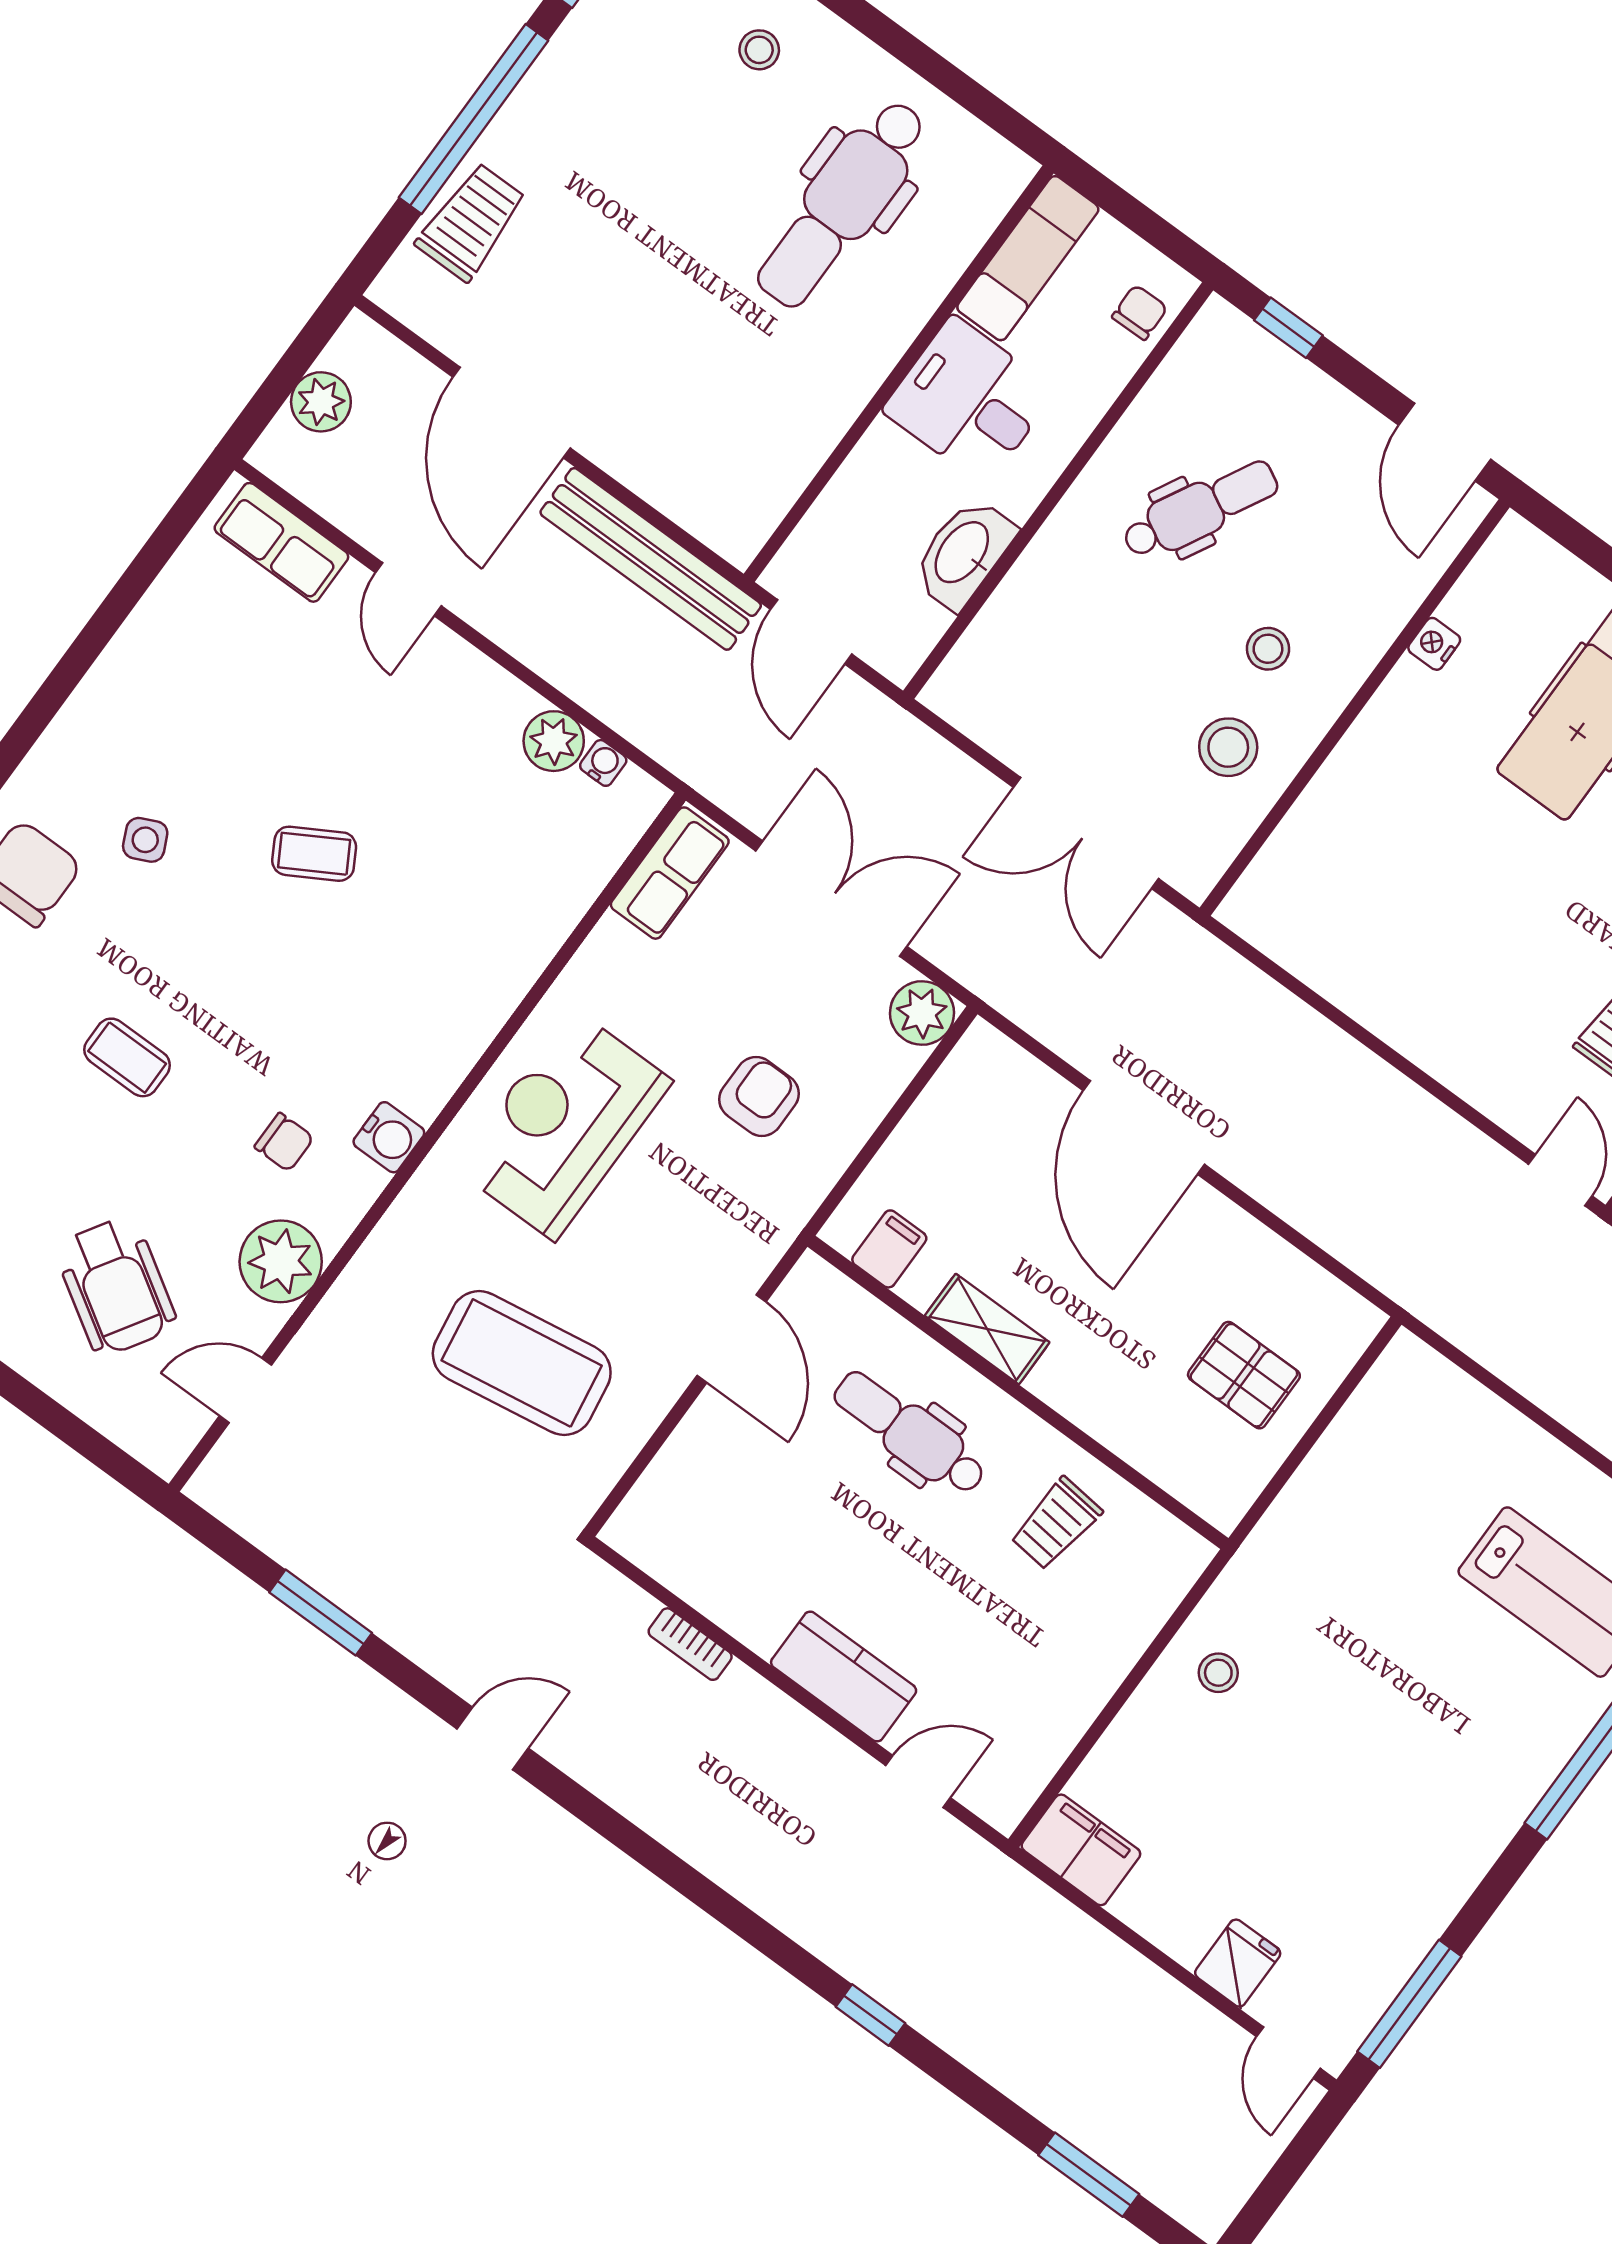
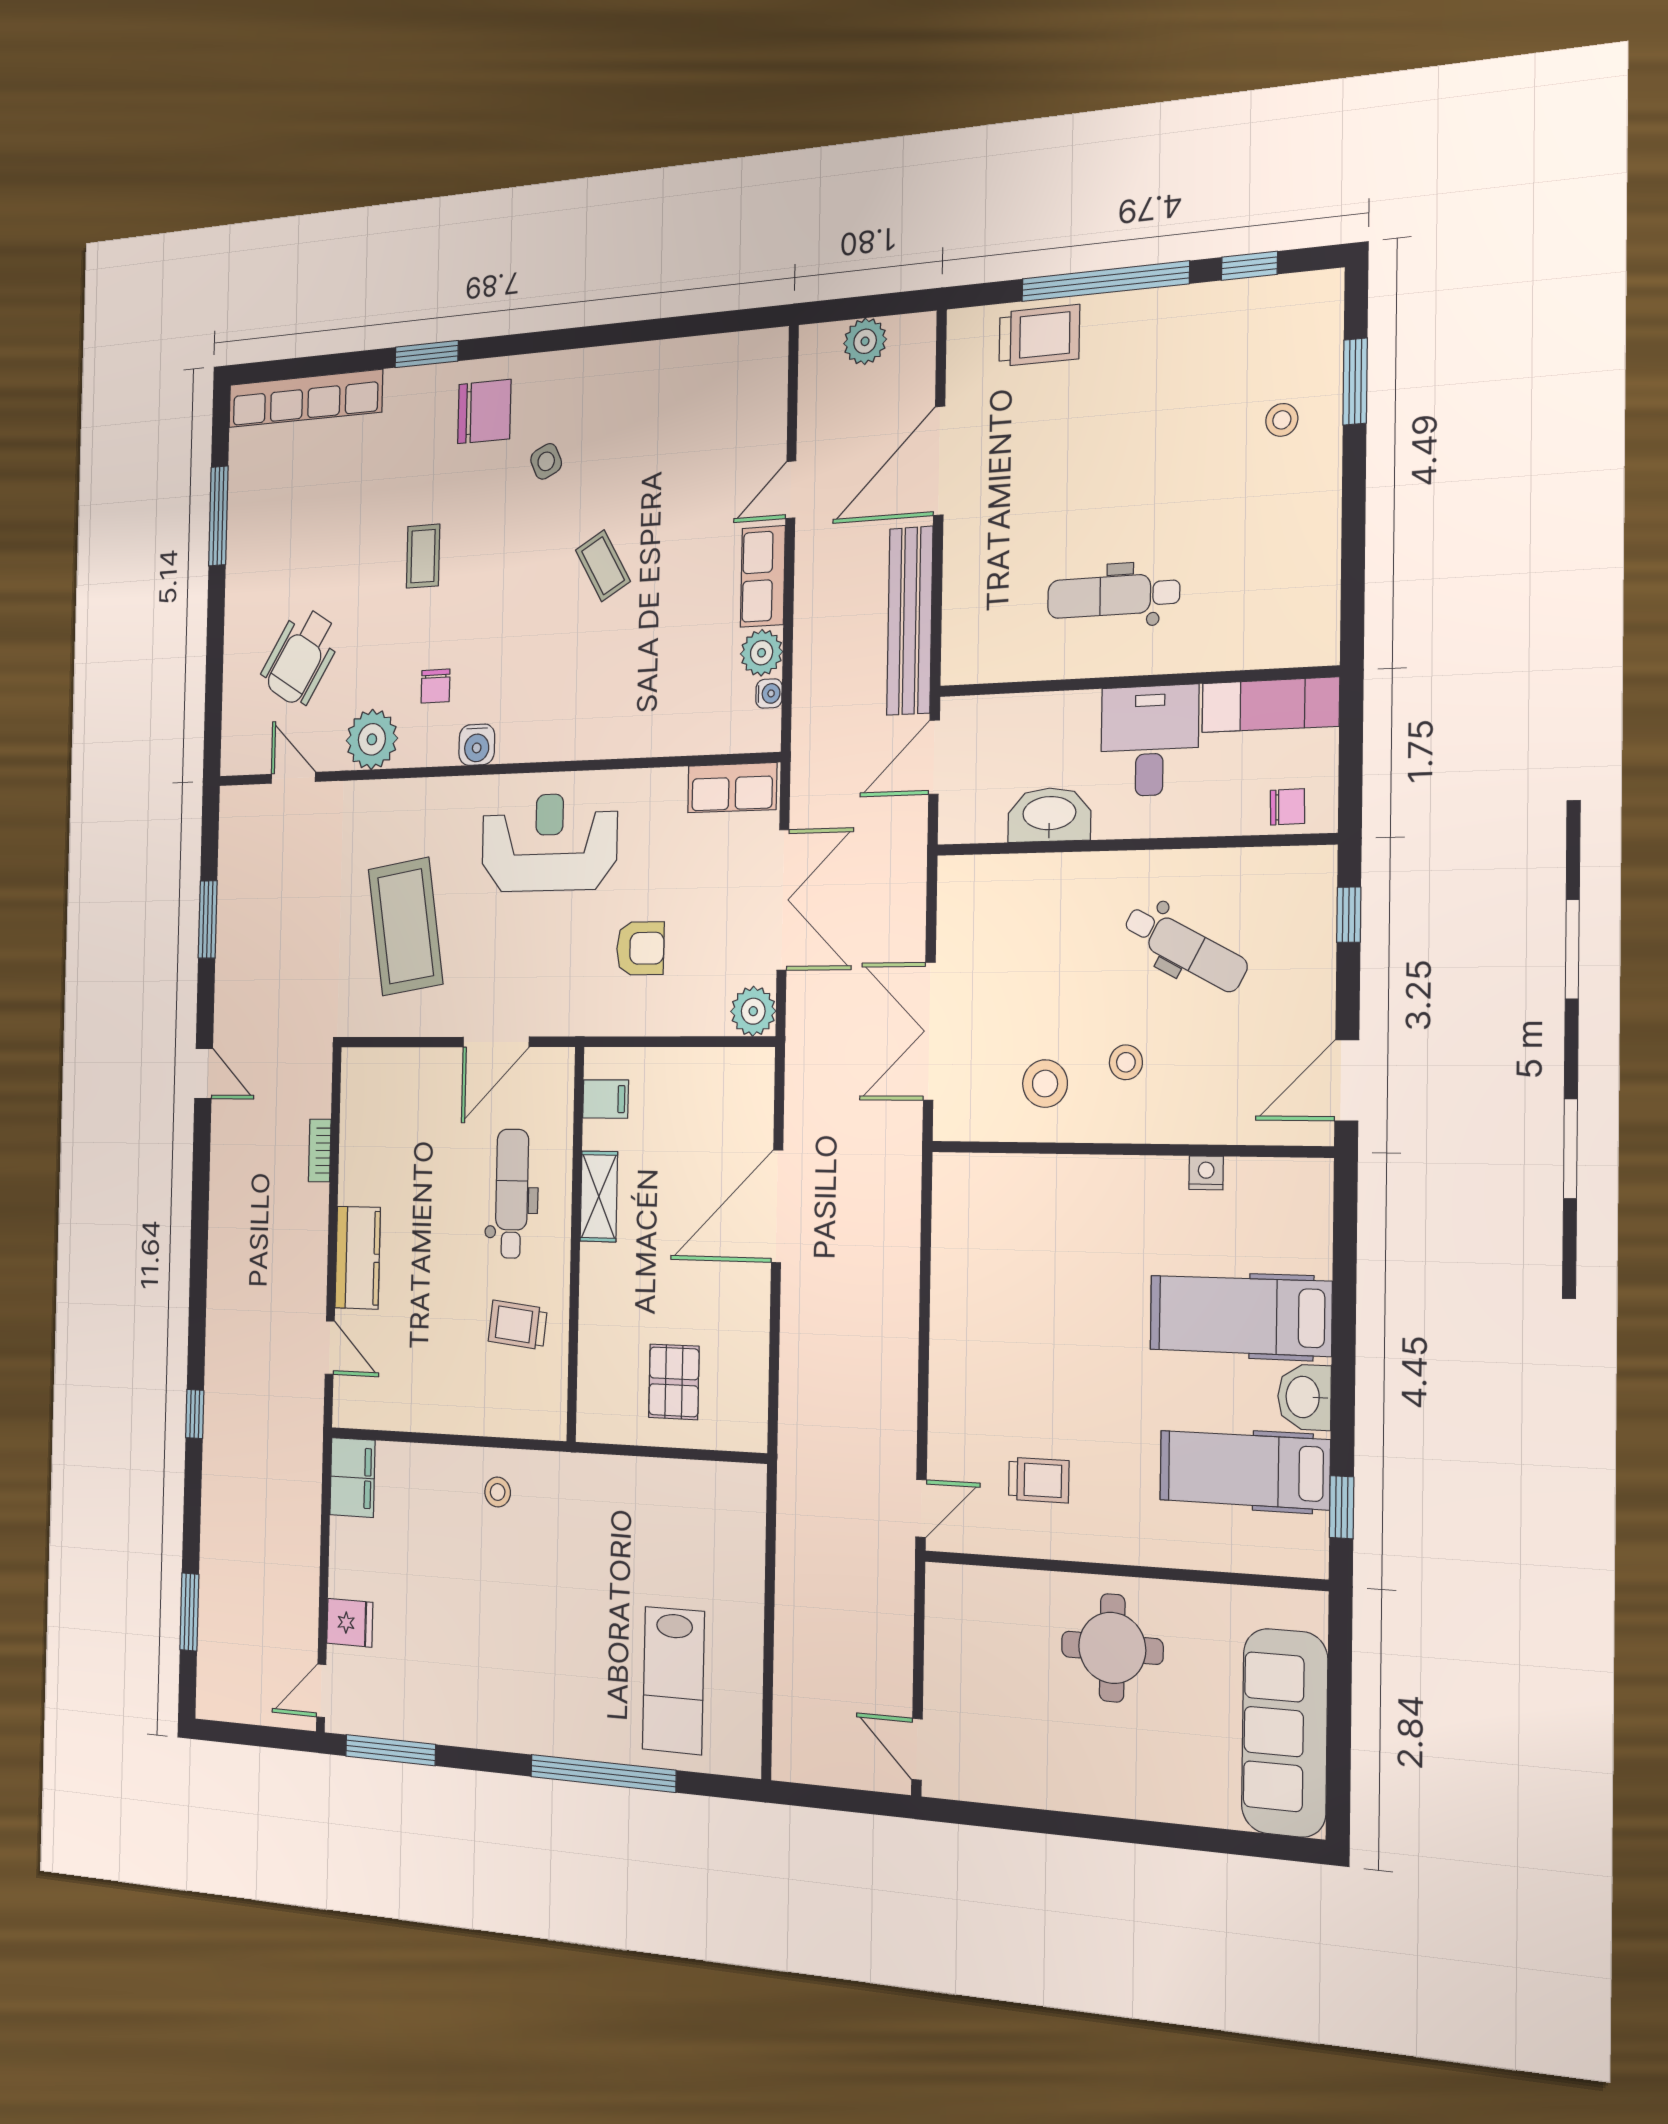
dental chair: (842, 204) -> (1113, 596), moved, width x0.73, depth x0.72
row of seats: (281, 542) -> (763, 576), moved

